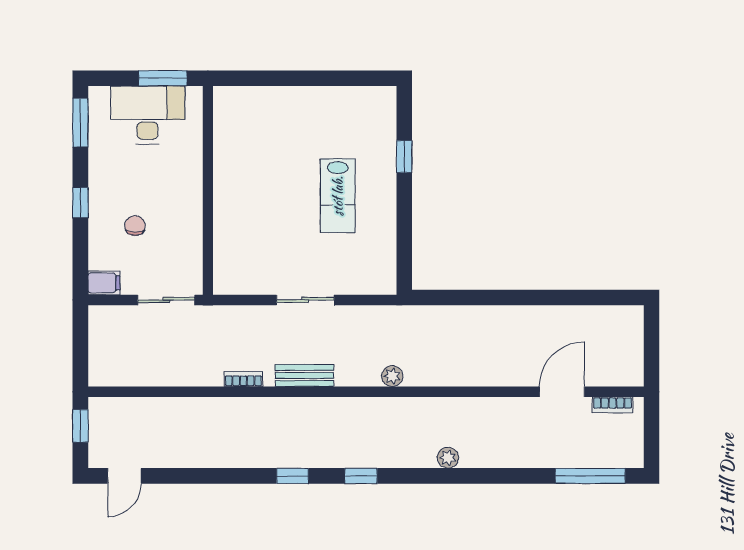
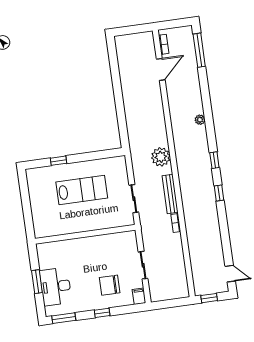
wall: (208, 190) -> (85, 234), moved
lab bench: (338, 196) -> (82, 190), width x1.36, depth x1.39
chair: (135, 226) -> (110, 285), width x1.87, depth x1.87
bench: (304, 376) -> (170, 194), width x1.36
plant: (392, 376) -> (161, 157), width x1.87, depth x1.87
door: (562, 392) -> (161, 69), swing flipped

